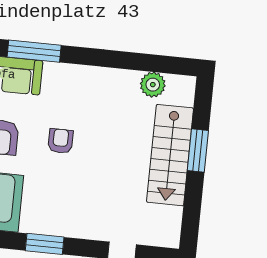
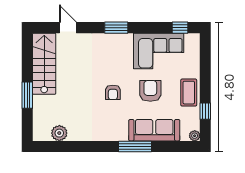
stairs: (170, 155) -> (44, 64), moved

